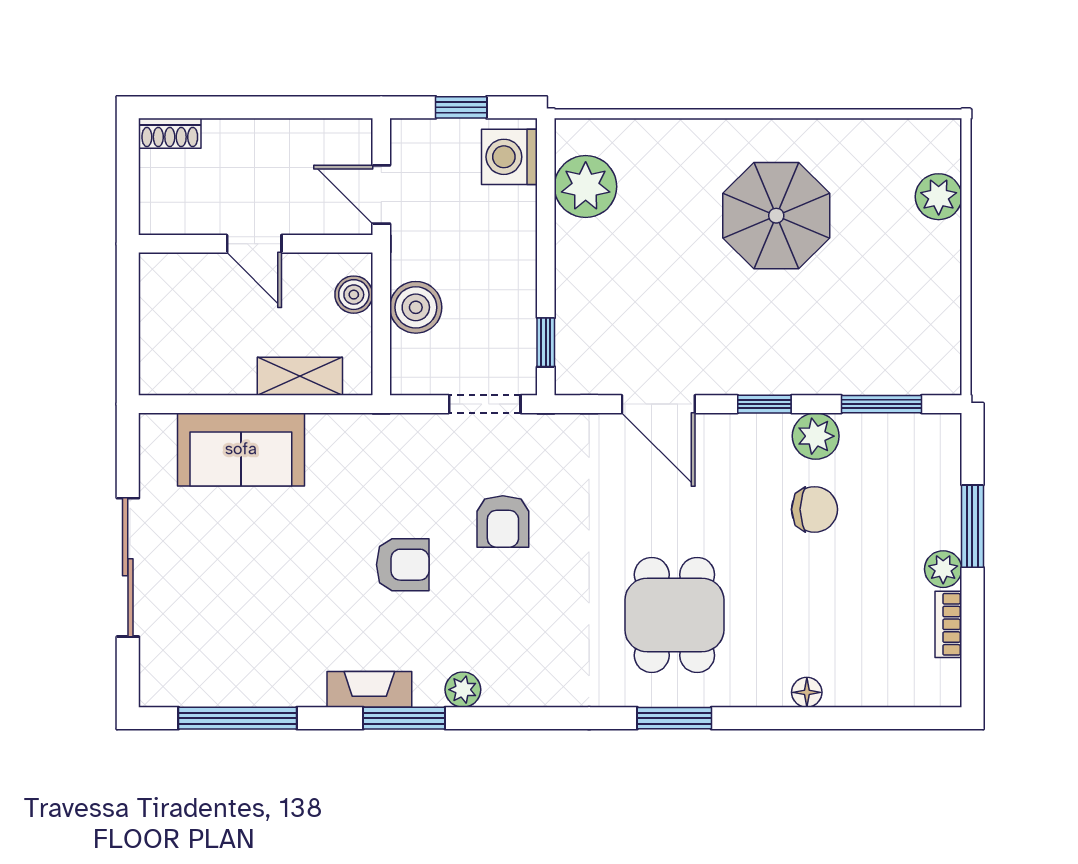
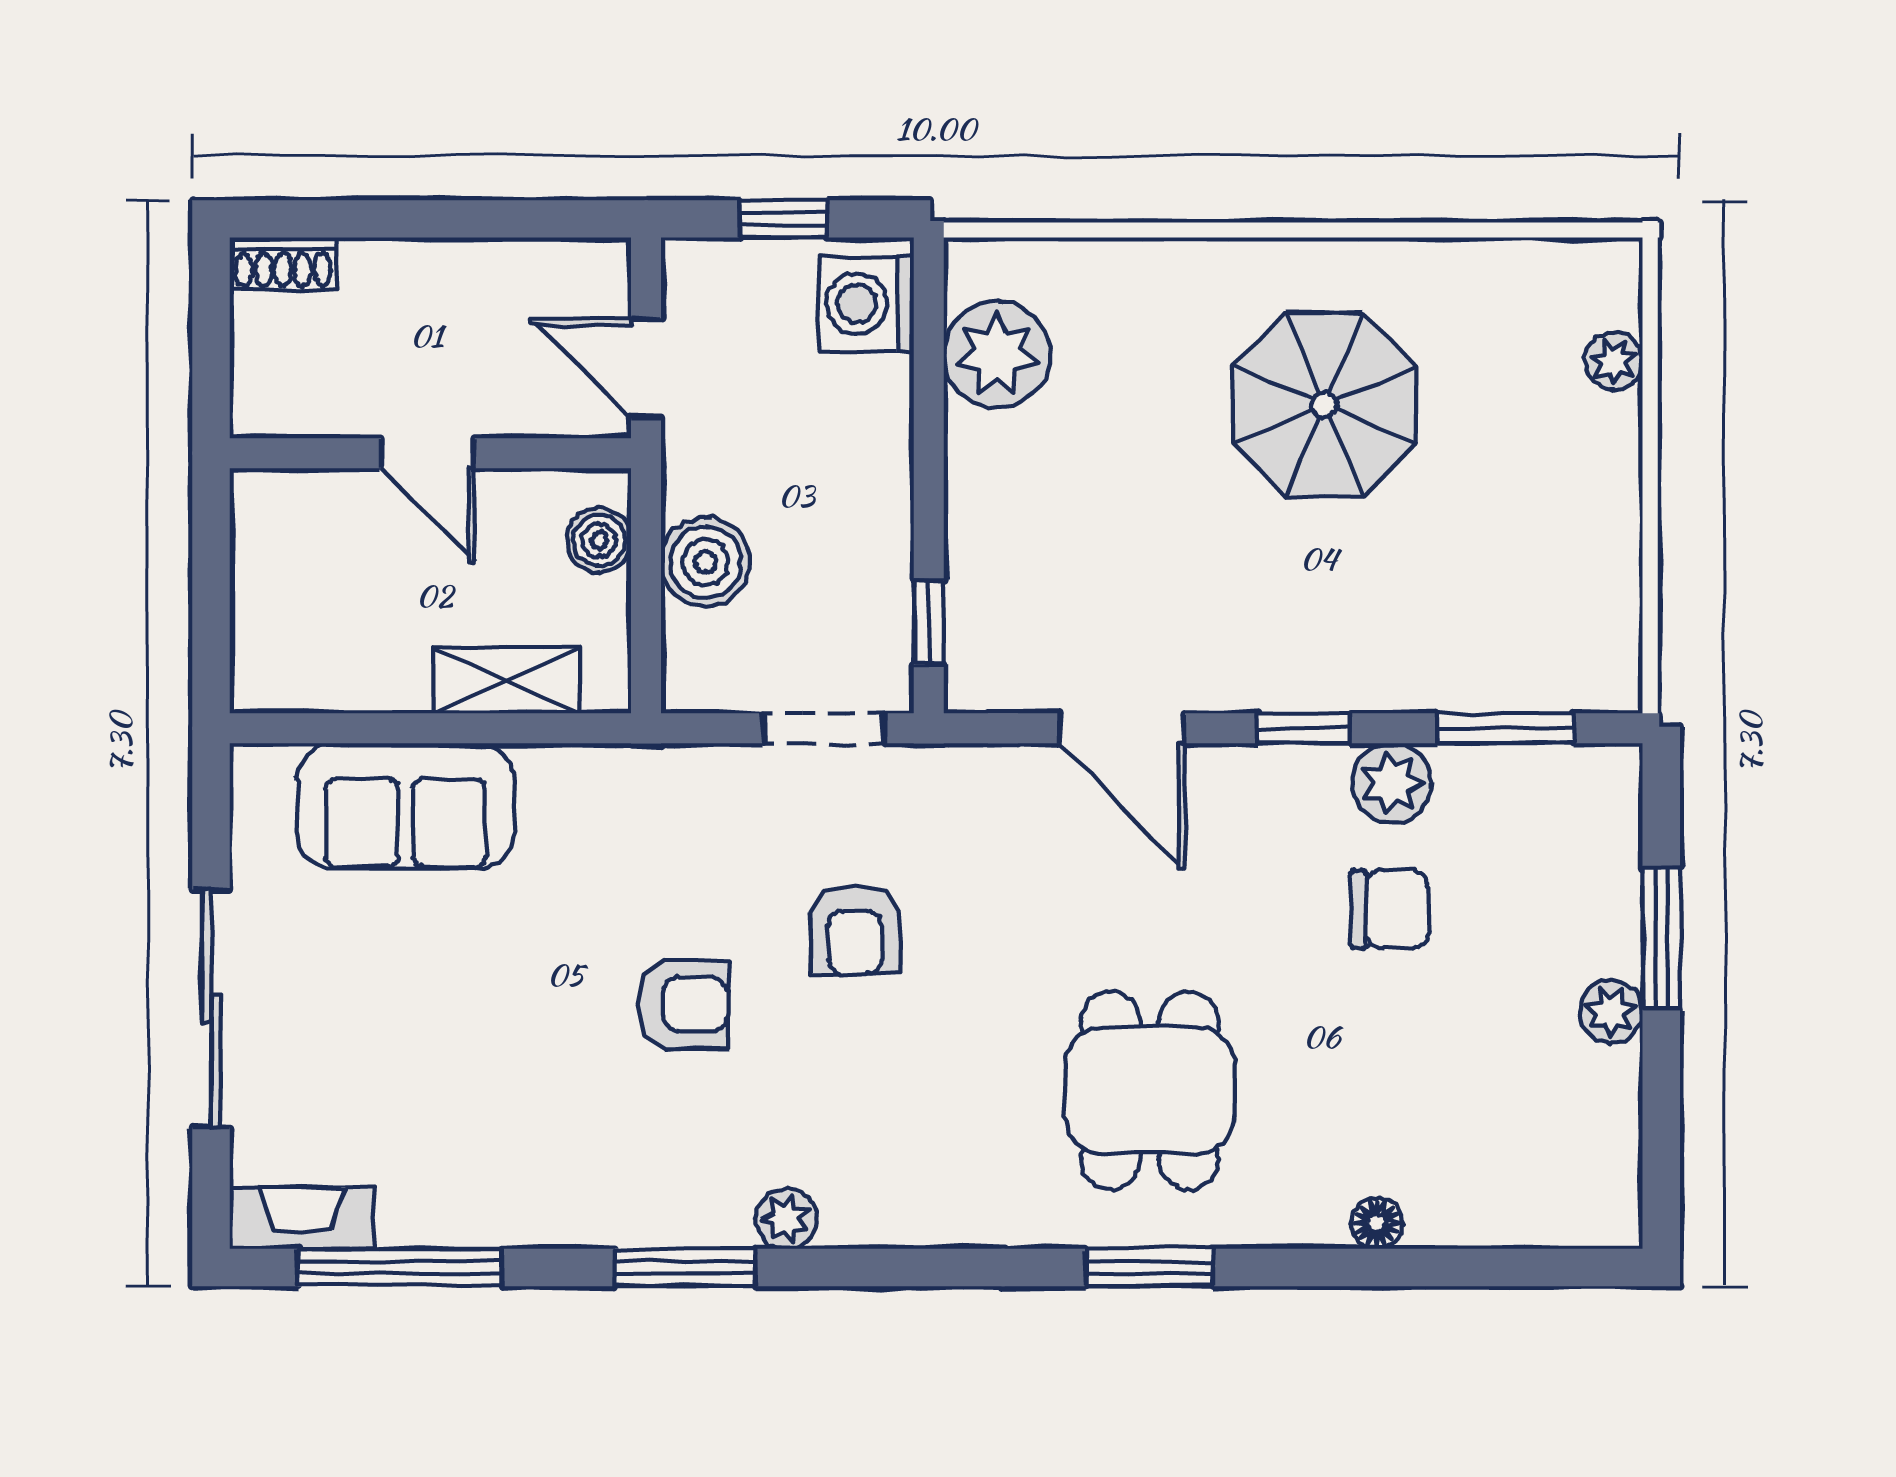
plant: (939, 197) -> (1614, 361), width x0.73, depth x0.73
bookcase: (948, 624) -> (1620, 1106), removed
fireplace: (369, 689) -> (302, 1218), moved

